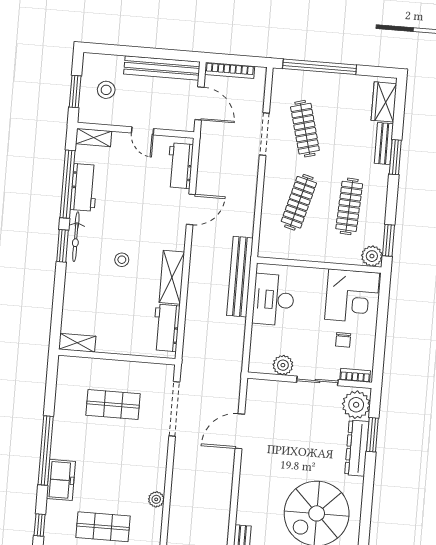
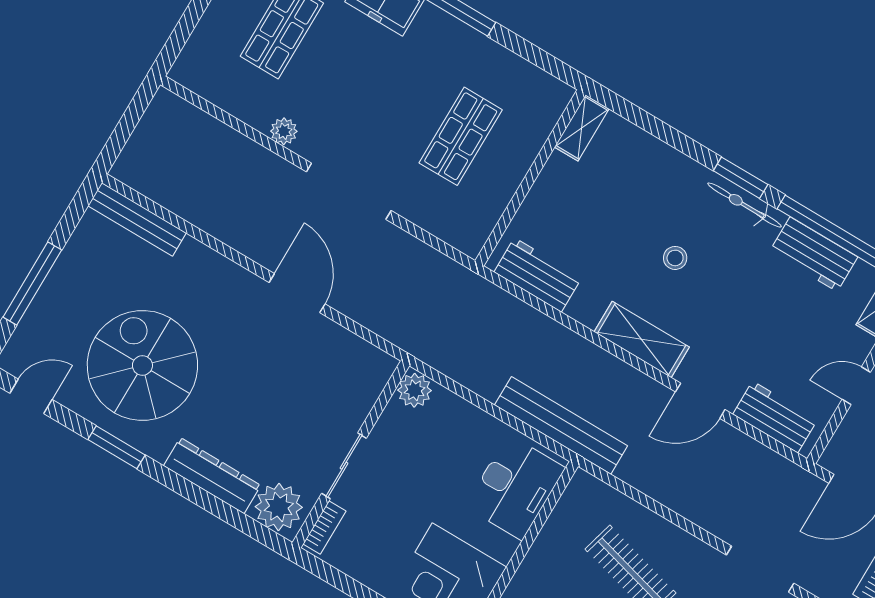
door: (191, 209) -> (700, 401), hinge flipped
shelving: (172, 277) -> (642, 339), moved
desk: (273, 300) -> (515, 487), moved, turned 90
chair: (343, 340) -> (387, 536), removed
plant: (283, 365) -> (414, 390), moved
doorway: (174, 409) -> (349, 191), moved
door: (240, 431) -> (297, 293), moved
window: (372, 435) -> (116, 447), moved

